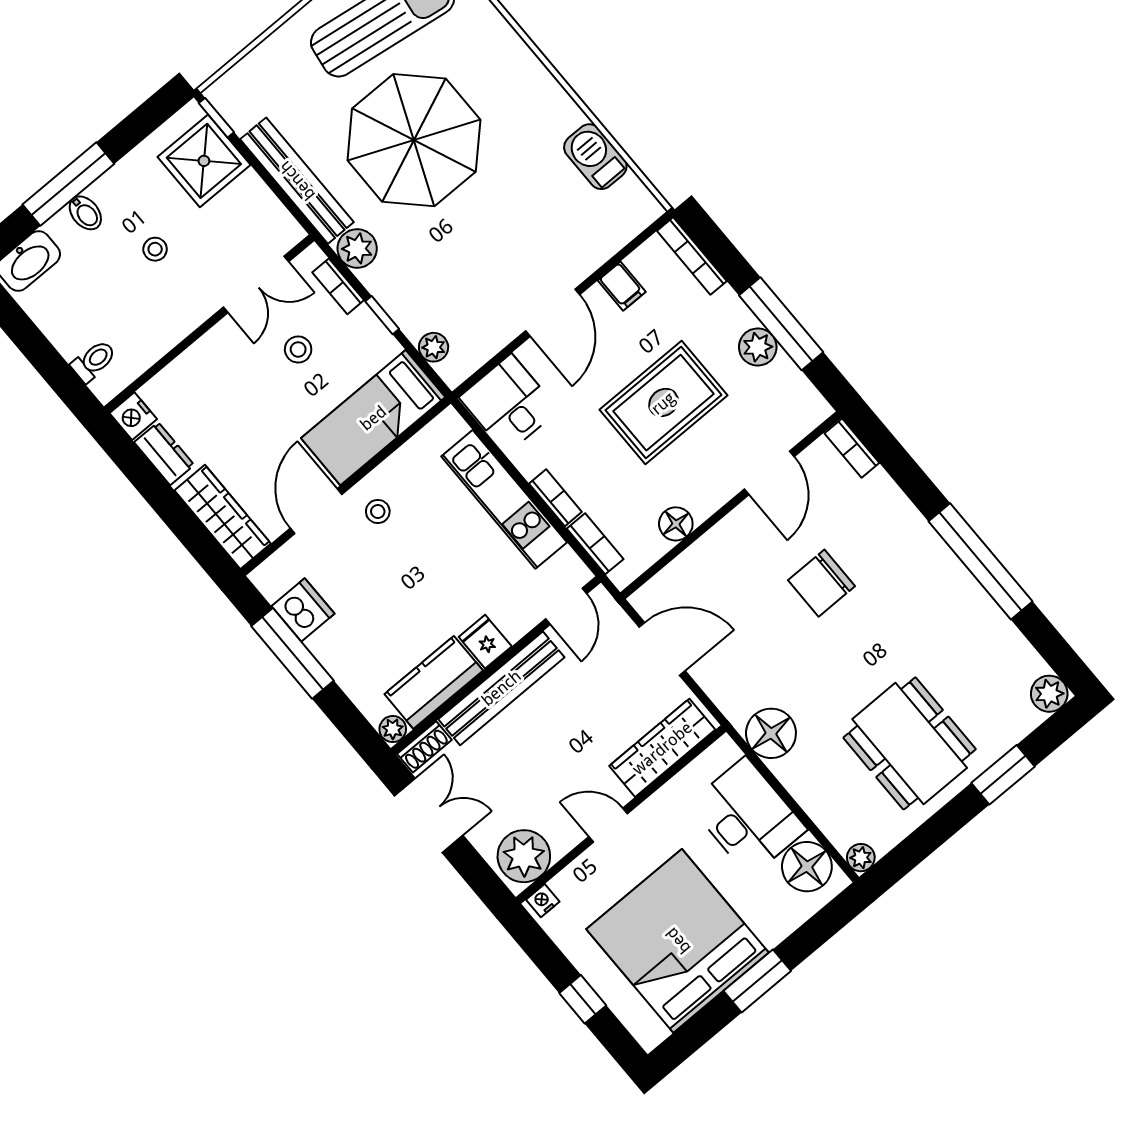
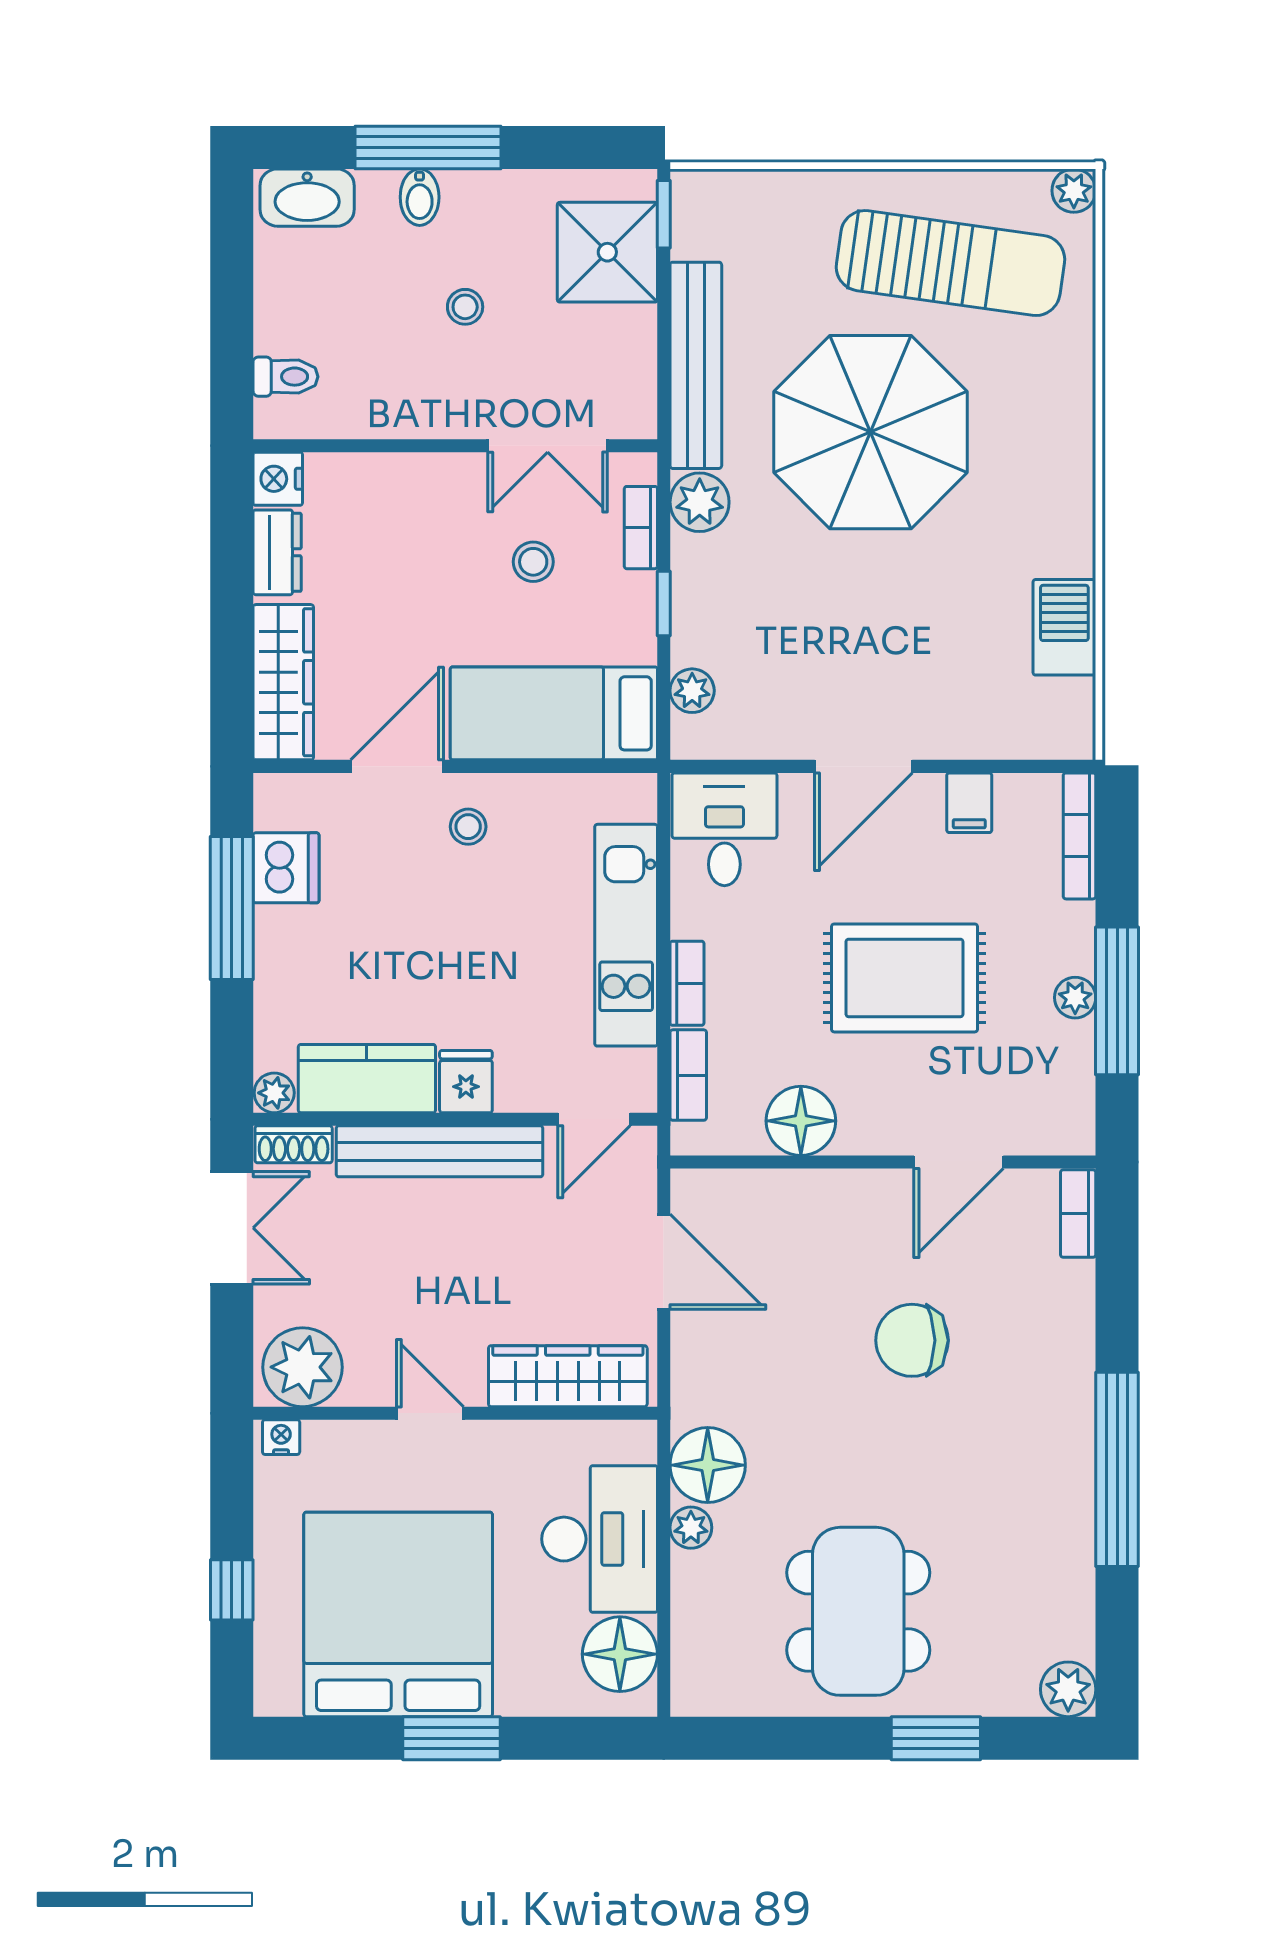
plant: (758, 347) -> (1075, 998), width x0.73, depth x0.73
floor lamp: (676, 524) -> (801, 1121), width x1.38, depth x1.38
plant: (861, 858) -> (691, 1528), moved

